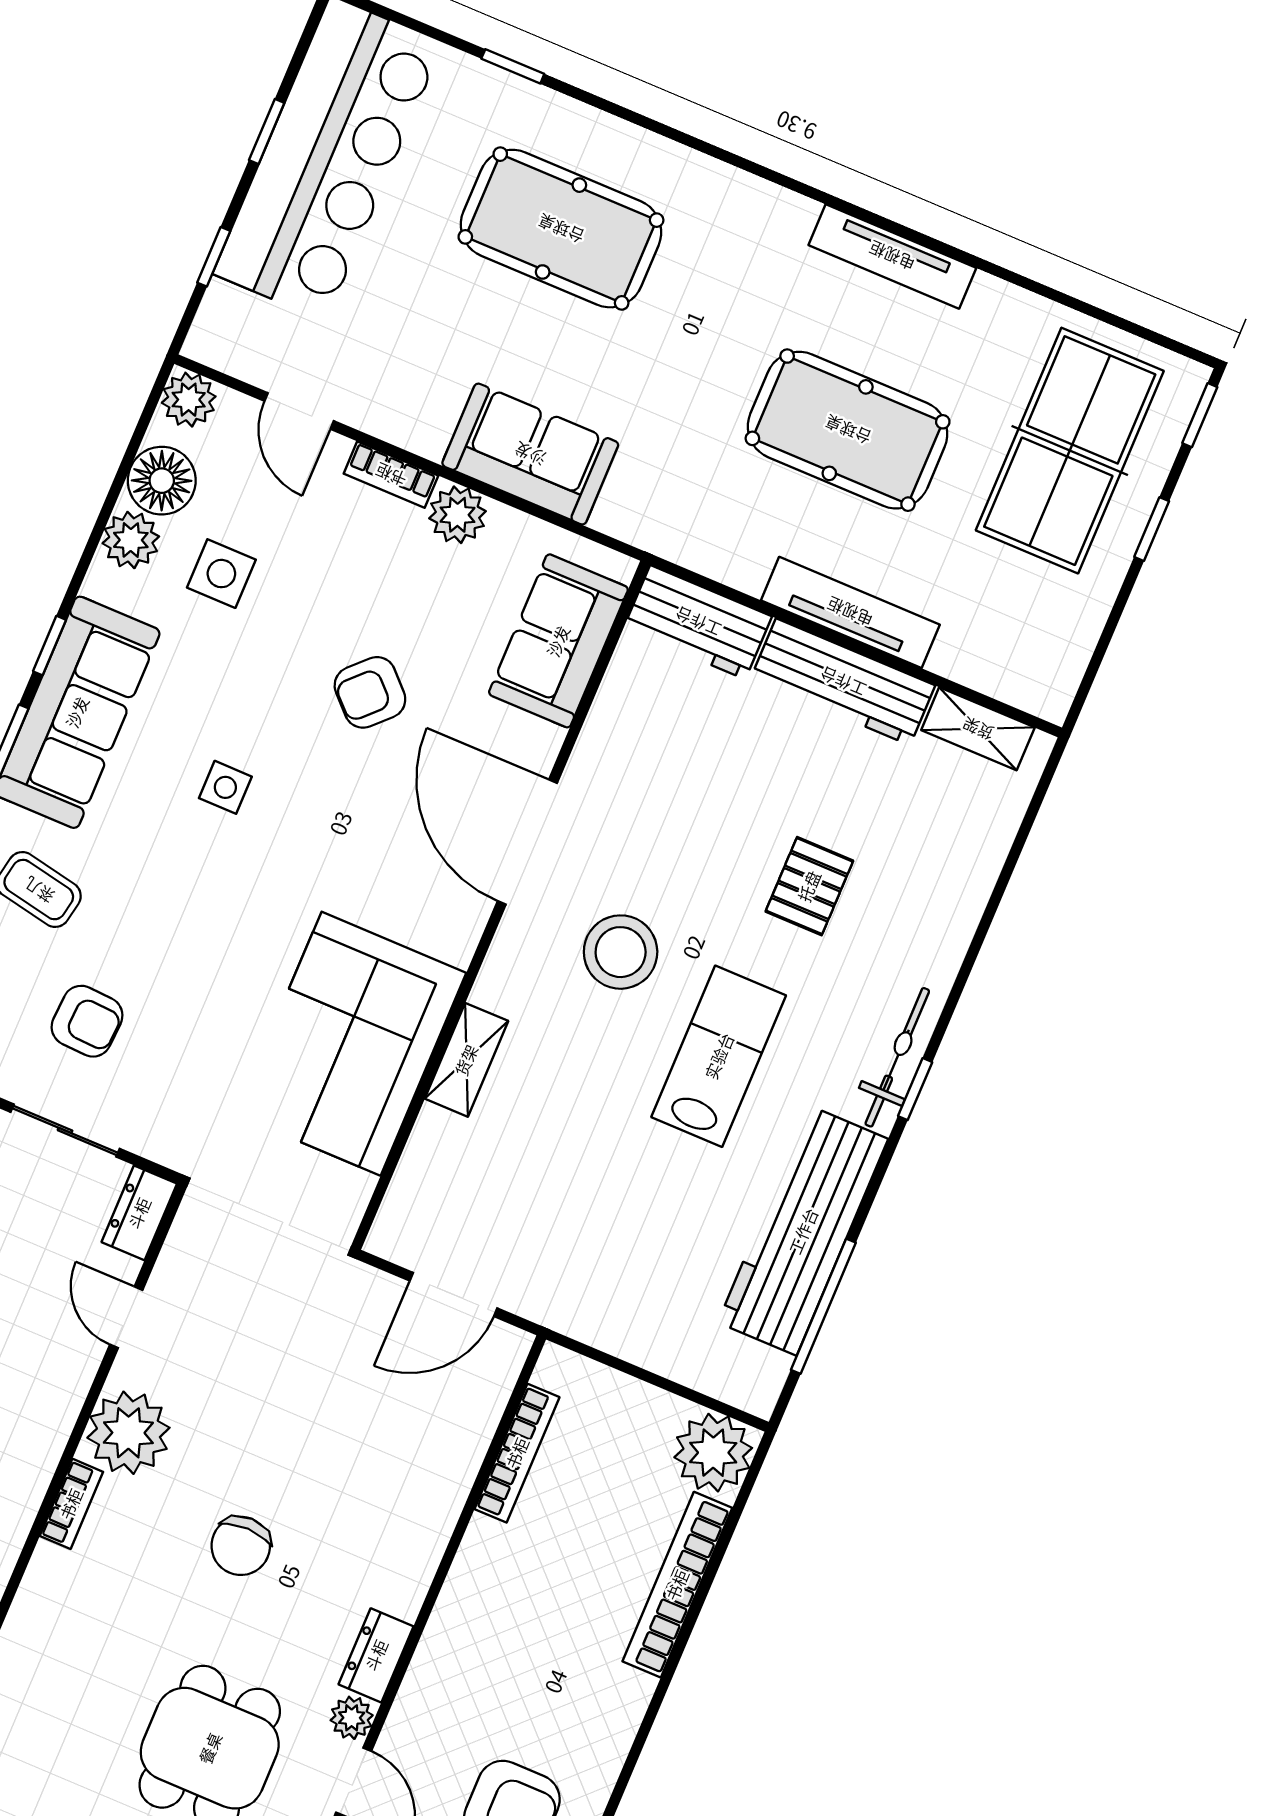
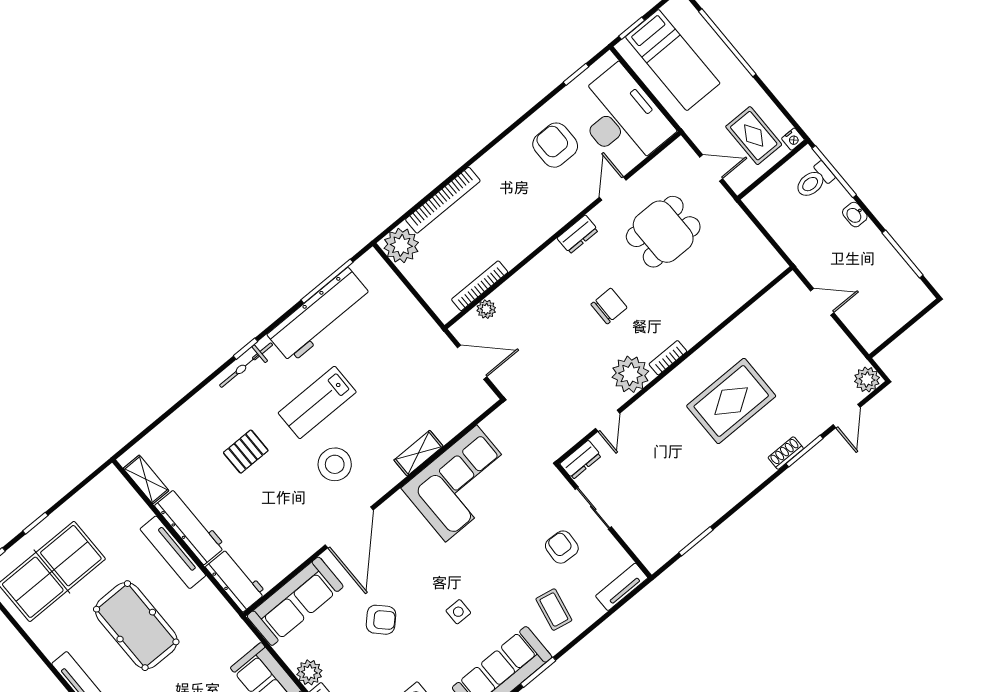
sofa: (558, 641) -> (295, 601), width x1.36
plant: (352, 1718) -> (486, 309), moved

